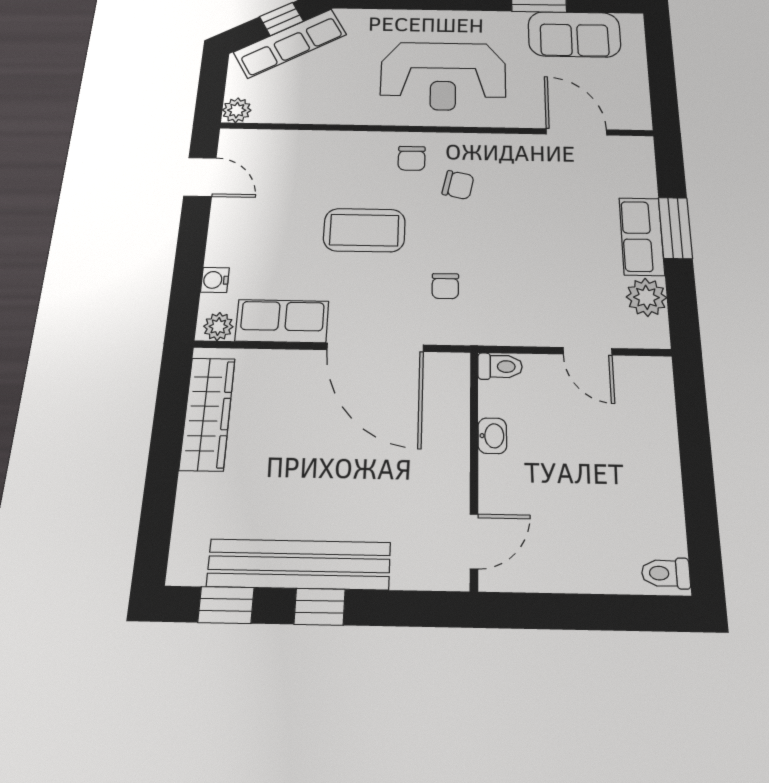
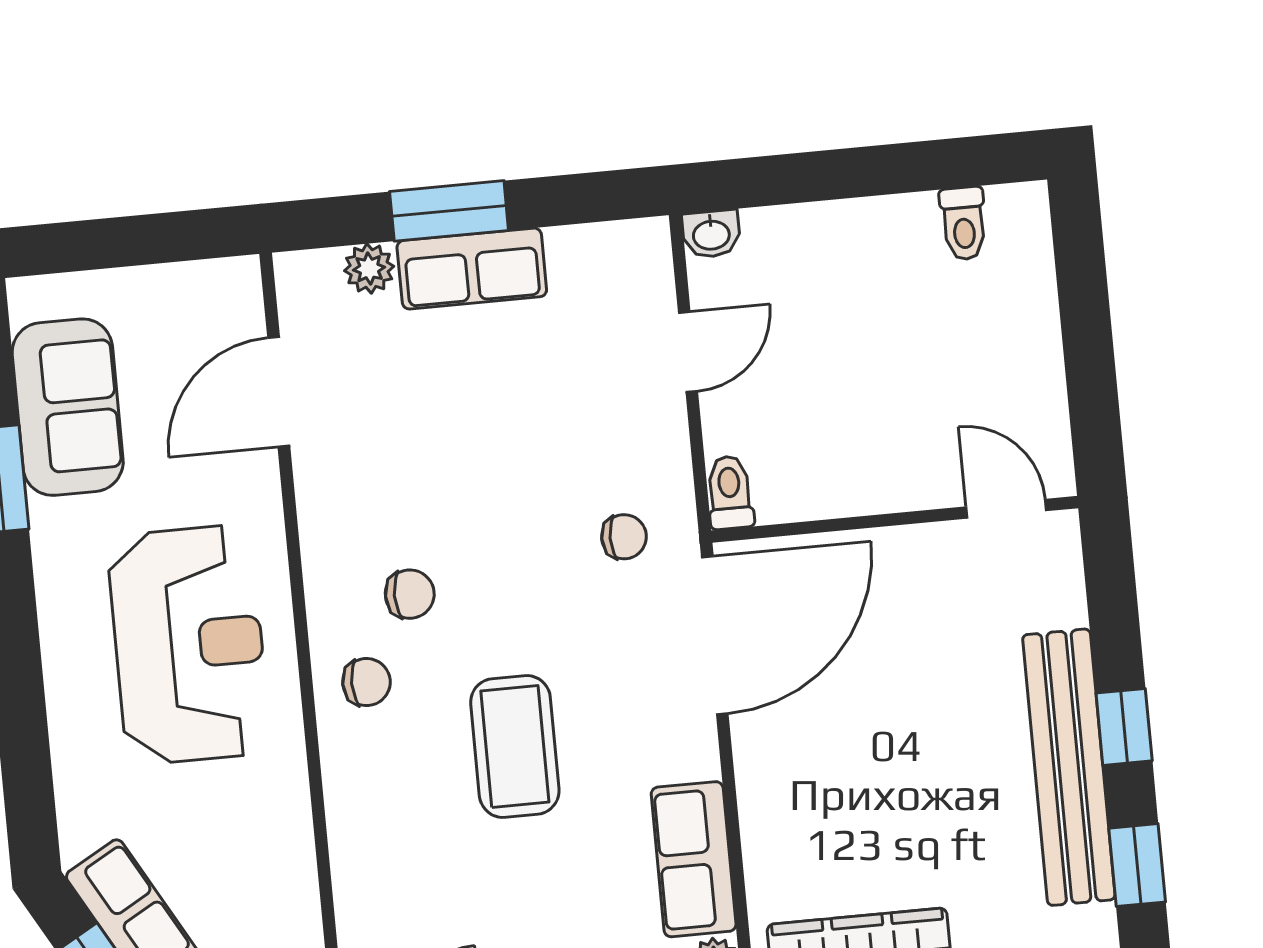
chair: (458, 185) -> (410, 594), turned 78
chair: (445, 286) -> (624, 537), moved
plant: (646, 297) -> (369, 269), moved, width x0.73, depth x0.73
door: (375, 347) -> (715, 635), moved
washbasin: (492, 436) -> (711, 234), moved, turned 180
toilet: (666, 573) -> (964, 223), moved

